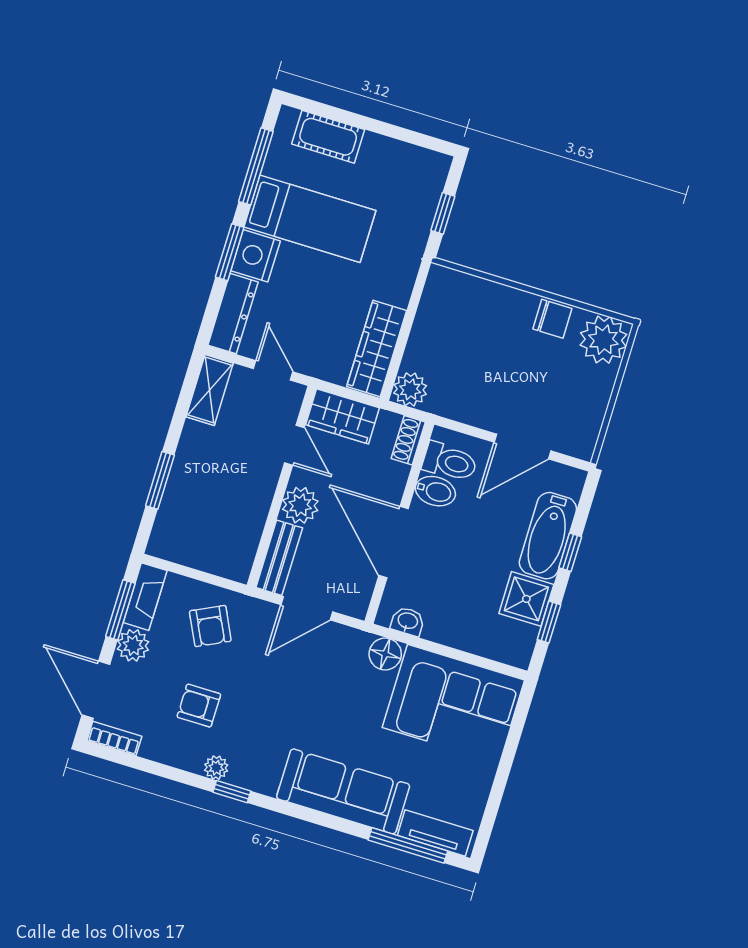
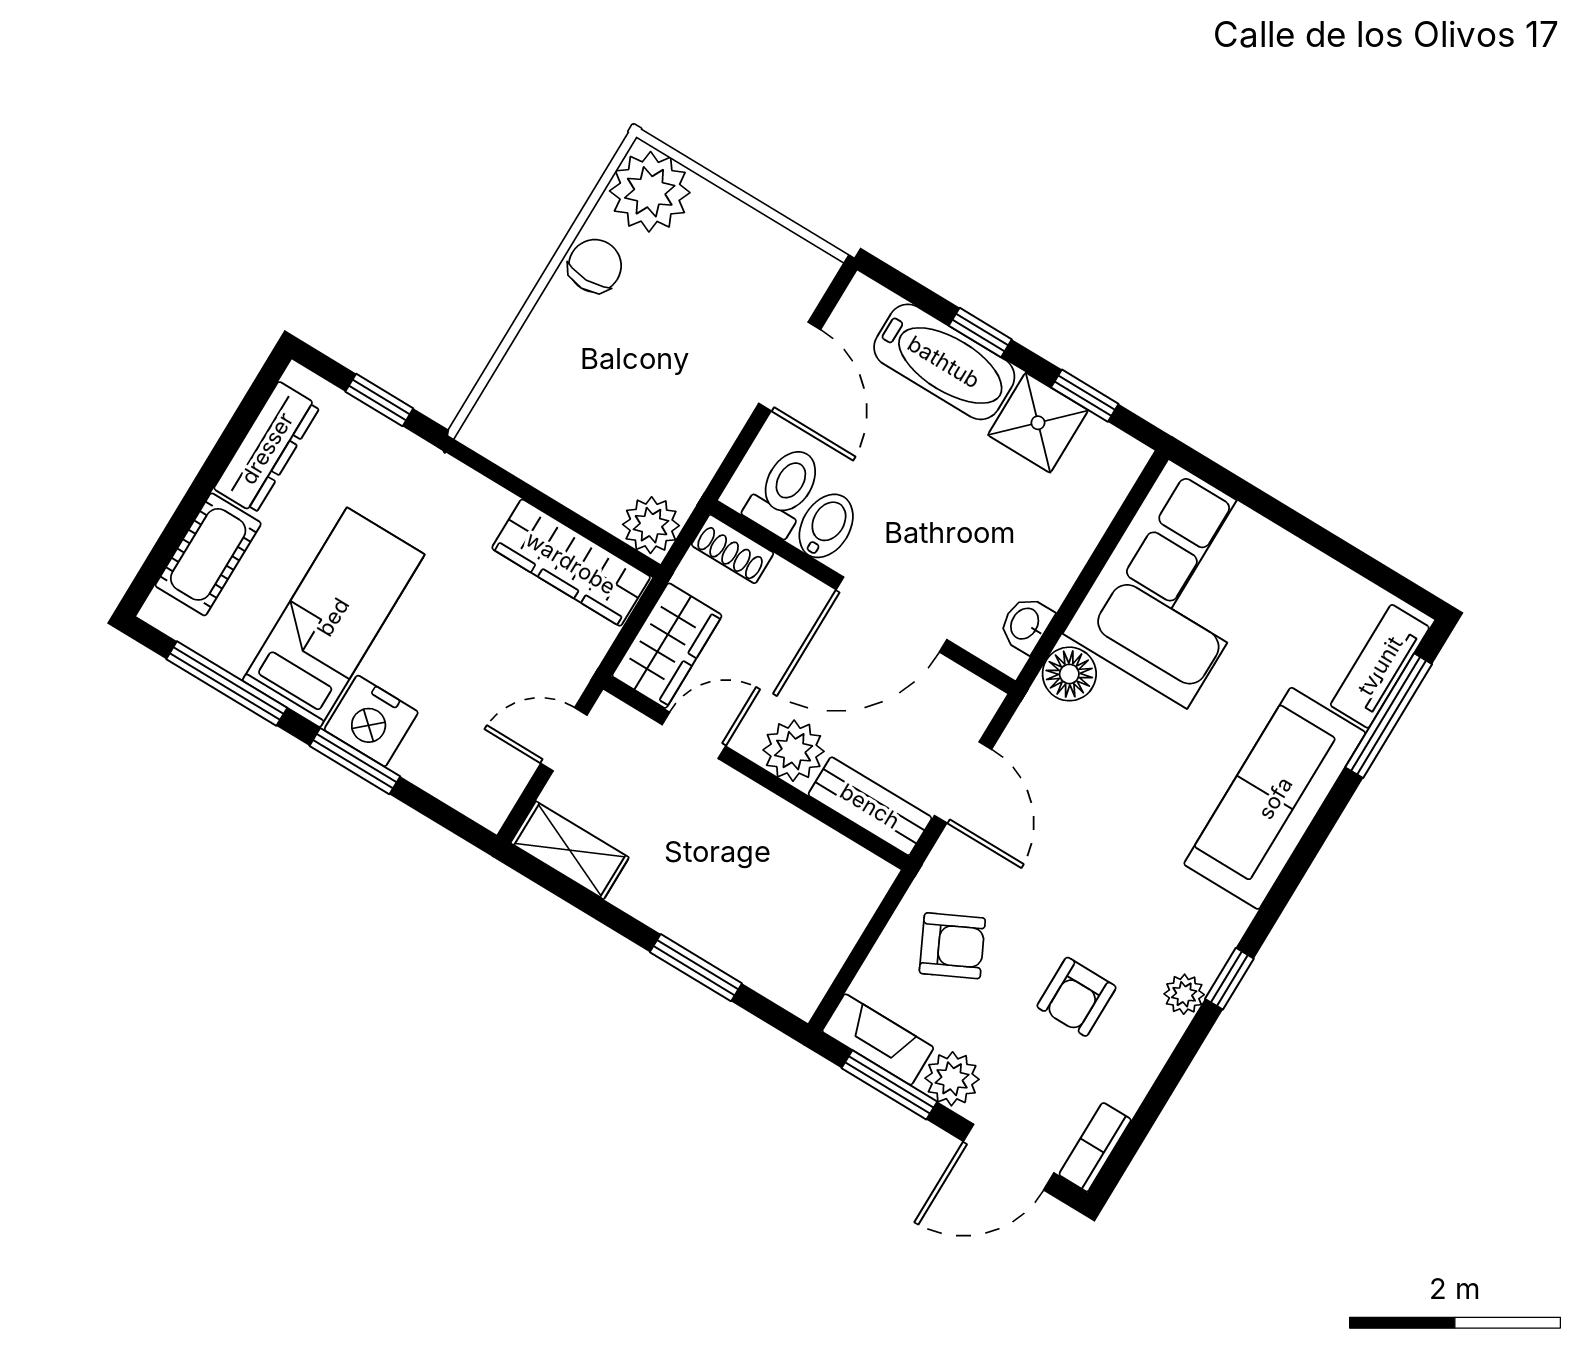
dresser: (233, 314) -> (267, 448), moved, turned 90

